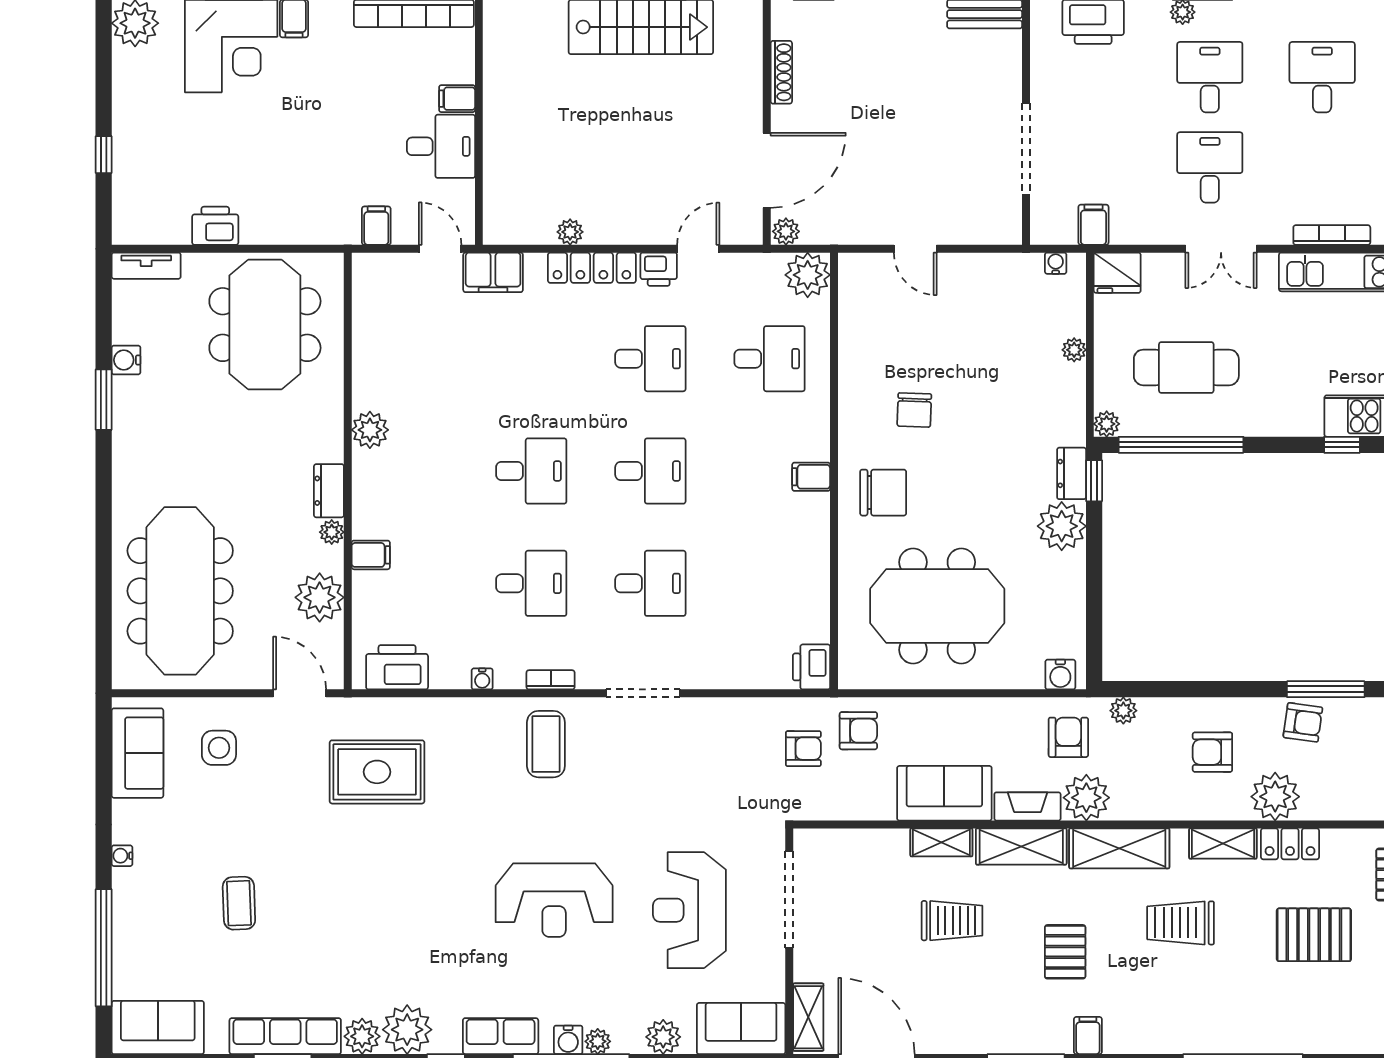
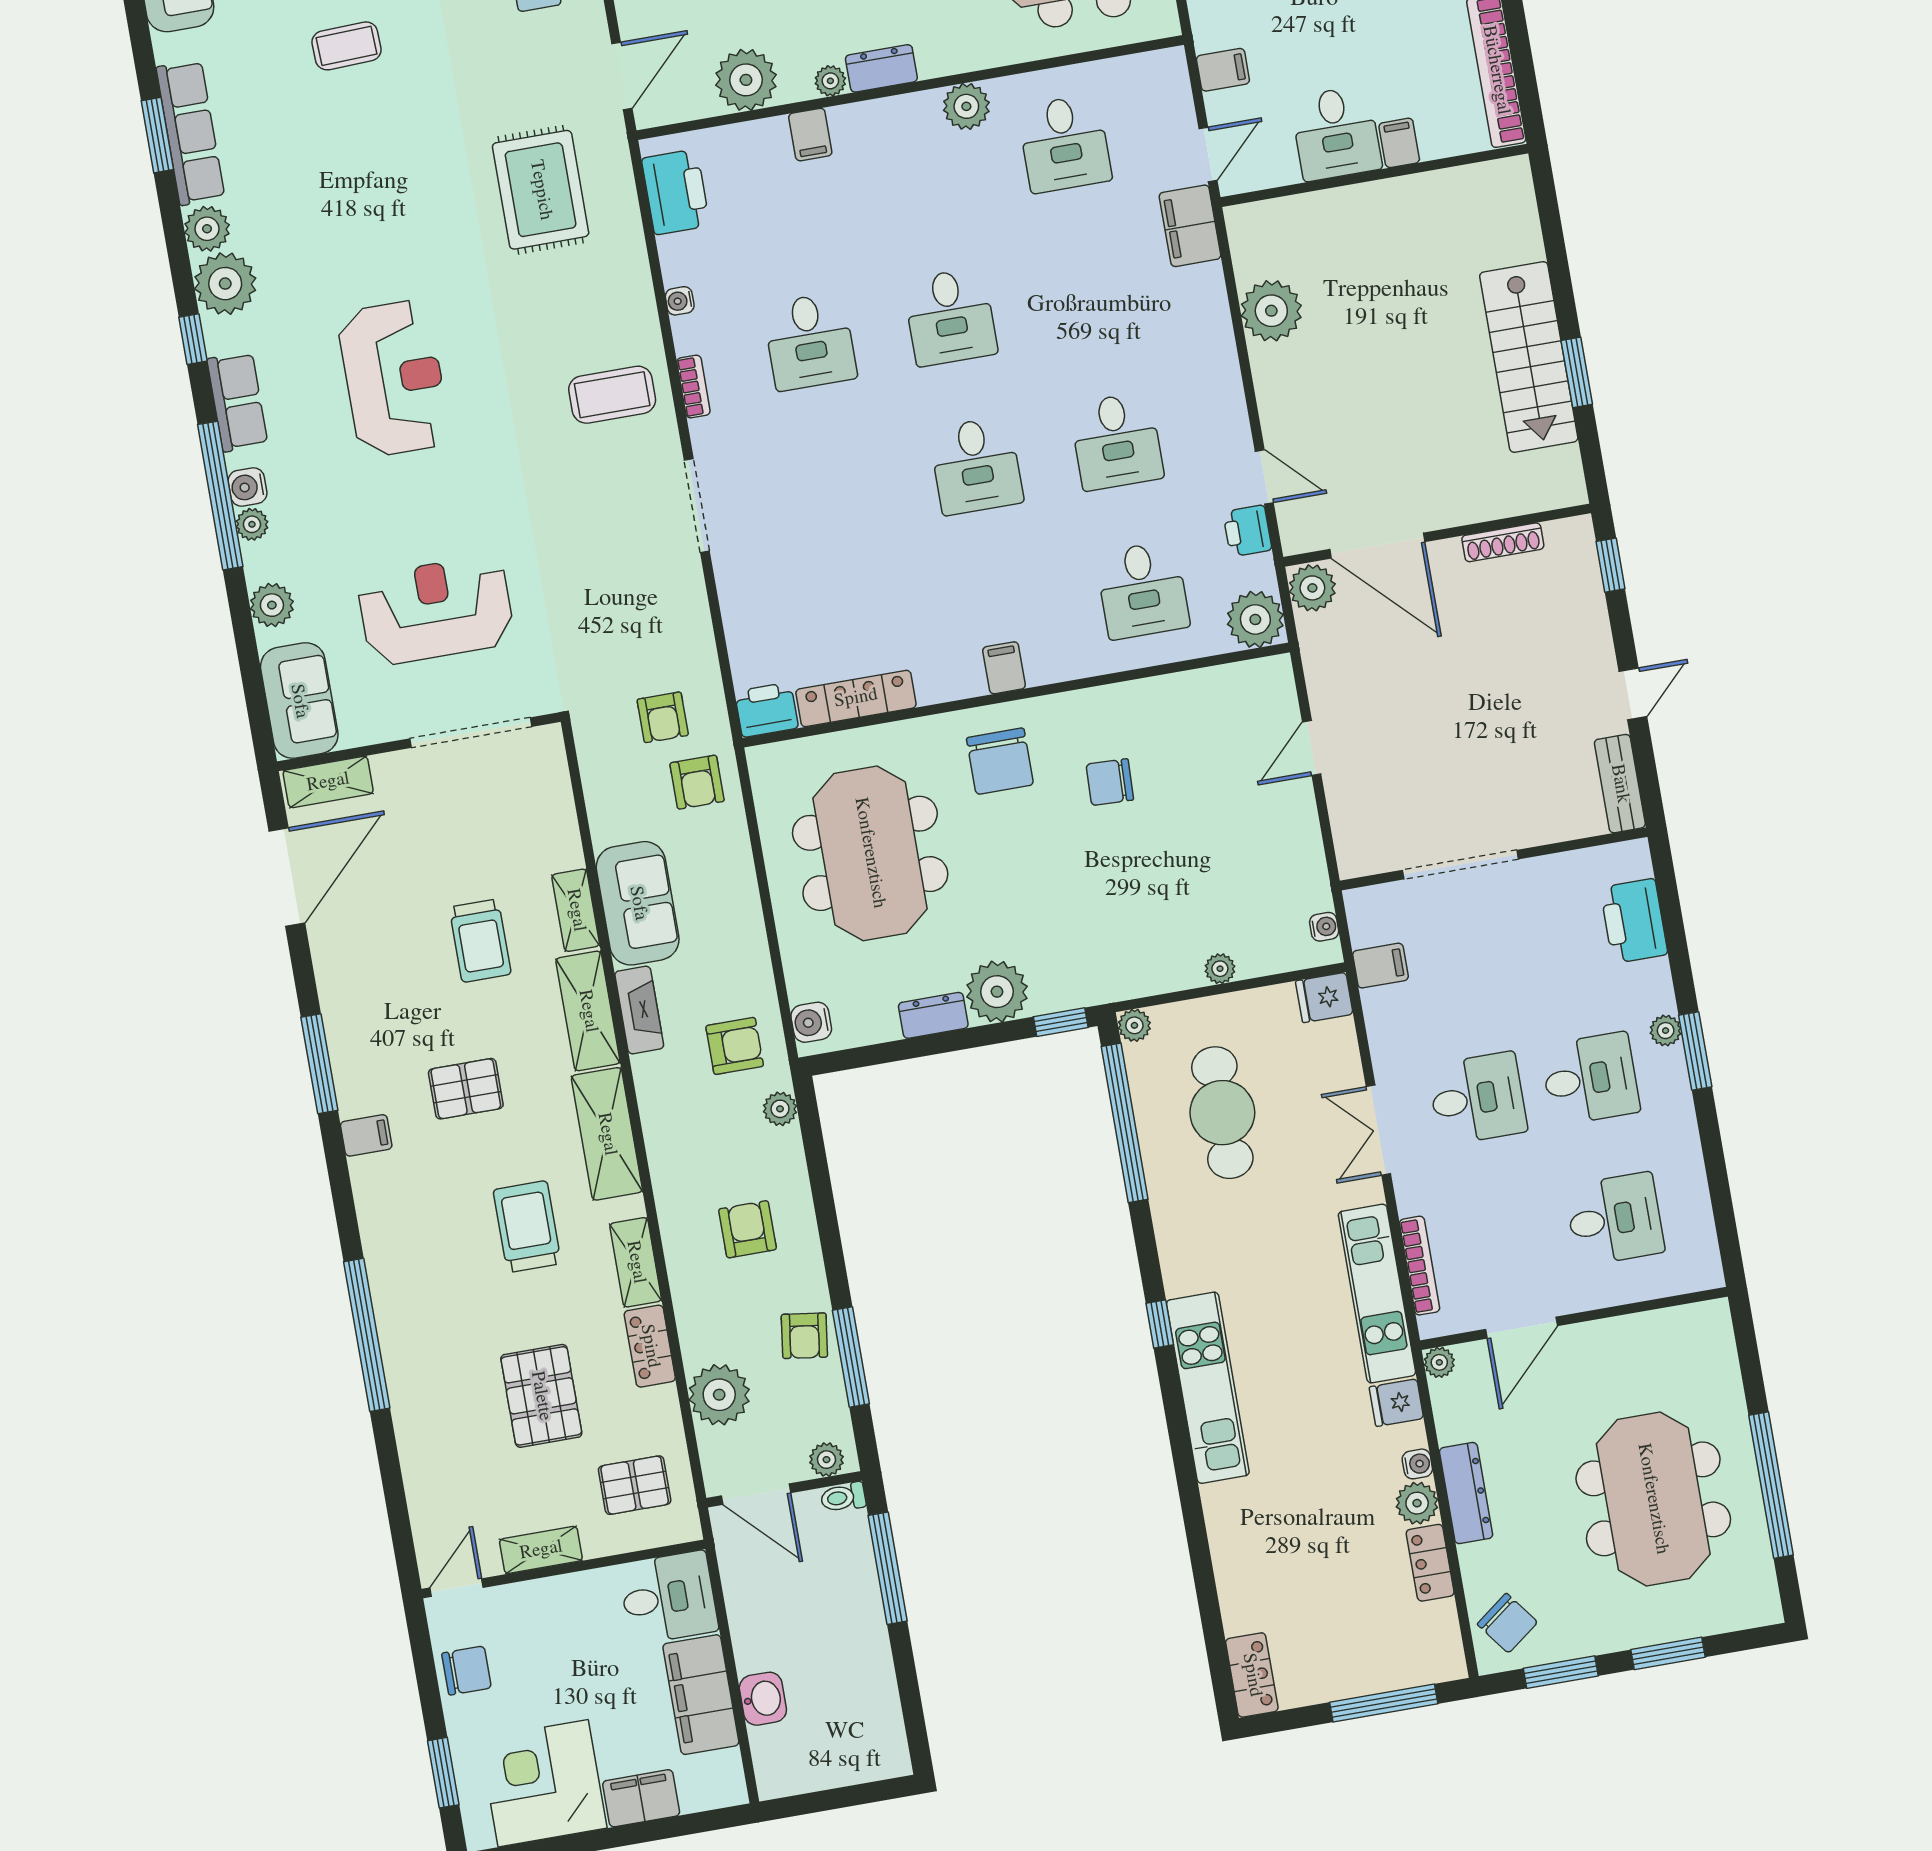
plant: (786, 231) -> (1312, 588), width x1.38, depth x1.38
plant: (570, 232) -> (1271, 311), width x1.88, depth x1.88
locker: (592, 268) -> (856, 698), moved, turned 90
printer: (659, 269) -> (1247, 531), moved
fridge: (1117, 273) -> (1324, 998), width x0.72
dresser: (1072, 473) -> (933, 1015), moved
desk: (650, 583) -> (1065, 144), moved
plant: (1275, 797) -> (719, 1395), moved
plant: (1086, 798) -> (663, 1081), removed
reception desk: (554, 900) -> (394, 378), moved, turned 180

